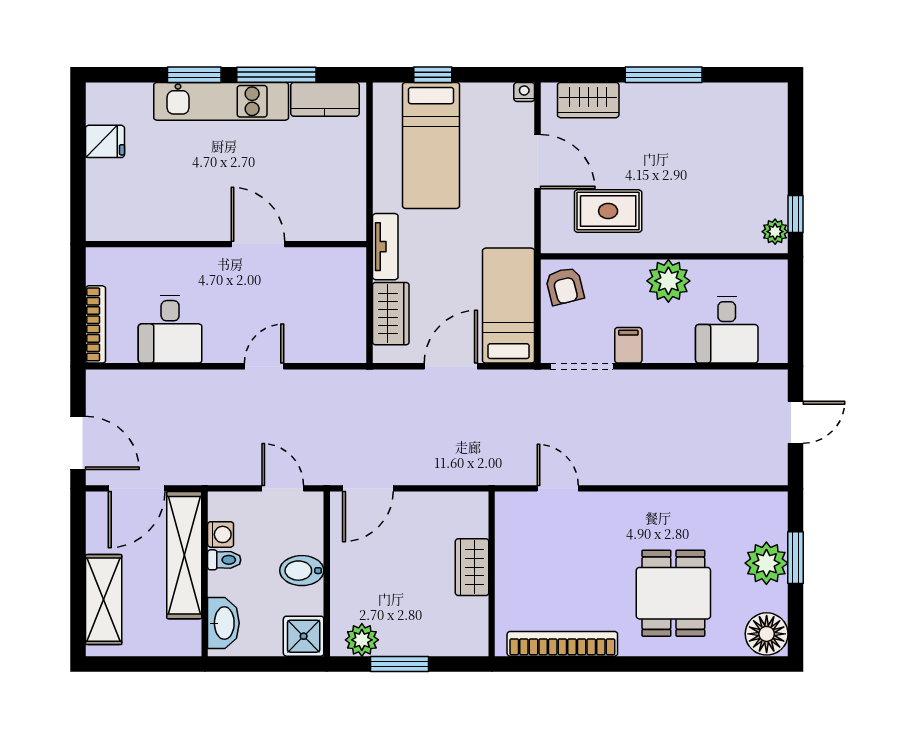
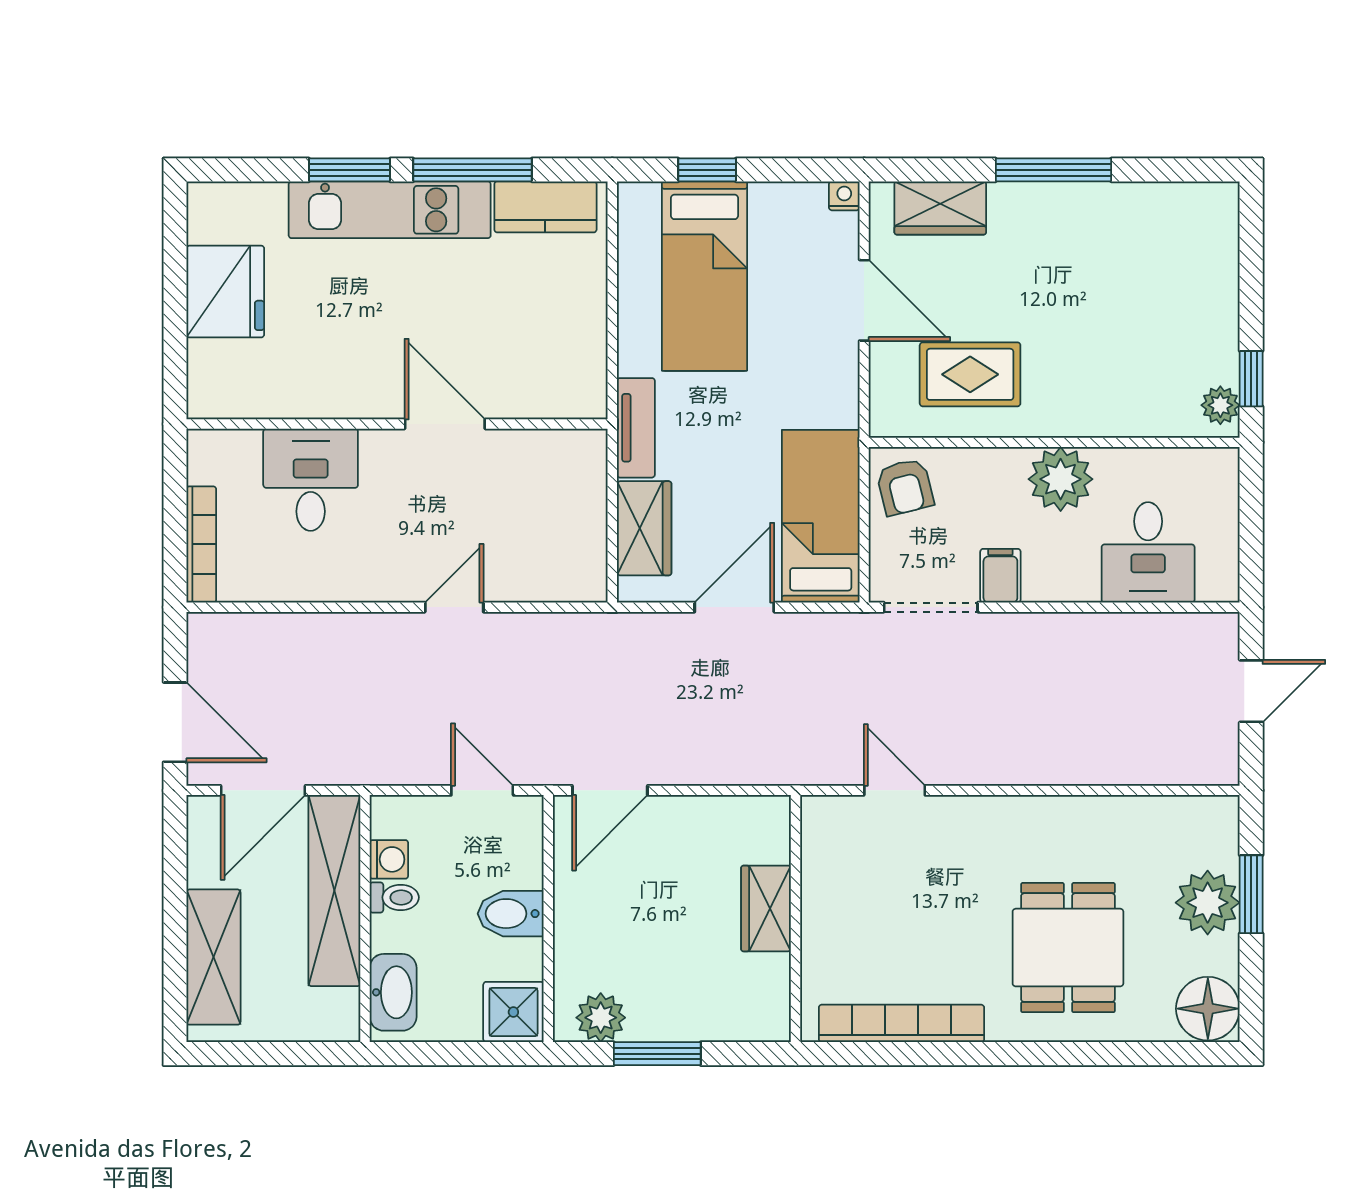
fridge: (105, 141) -> (225, 292), width x1.88, depth x1.34
desk: (170, 329) -> (311, 480), moved, turned 180

